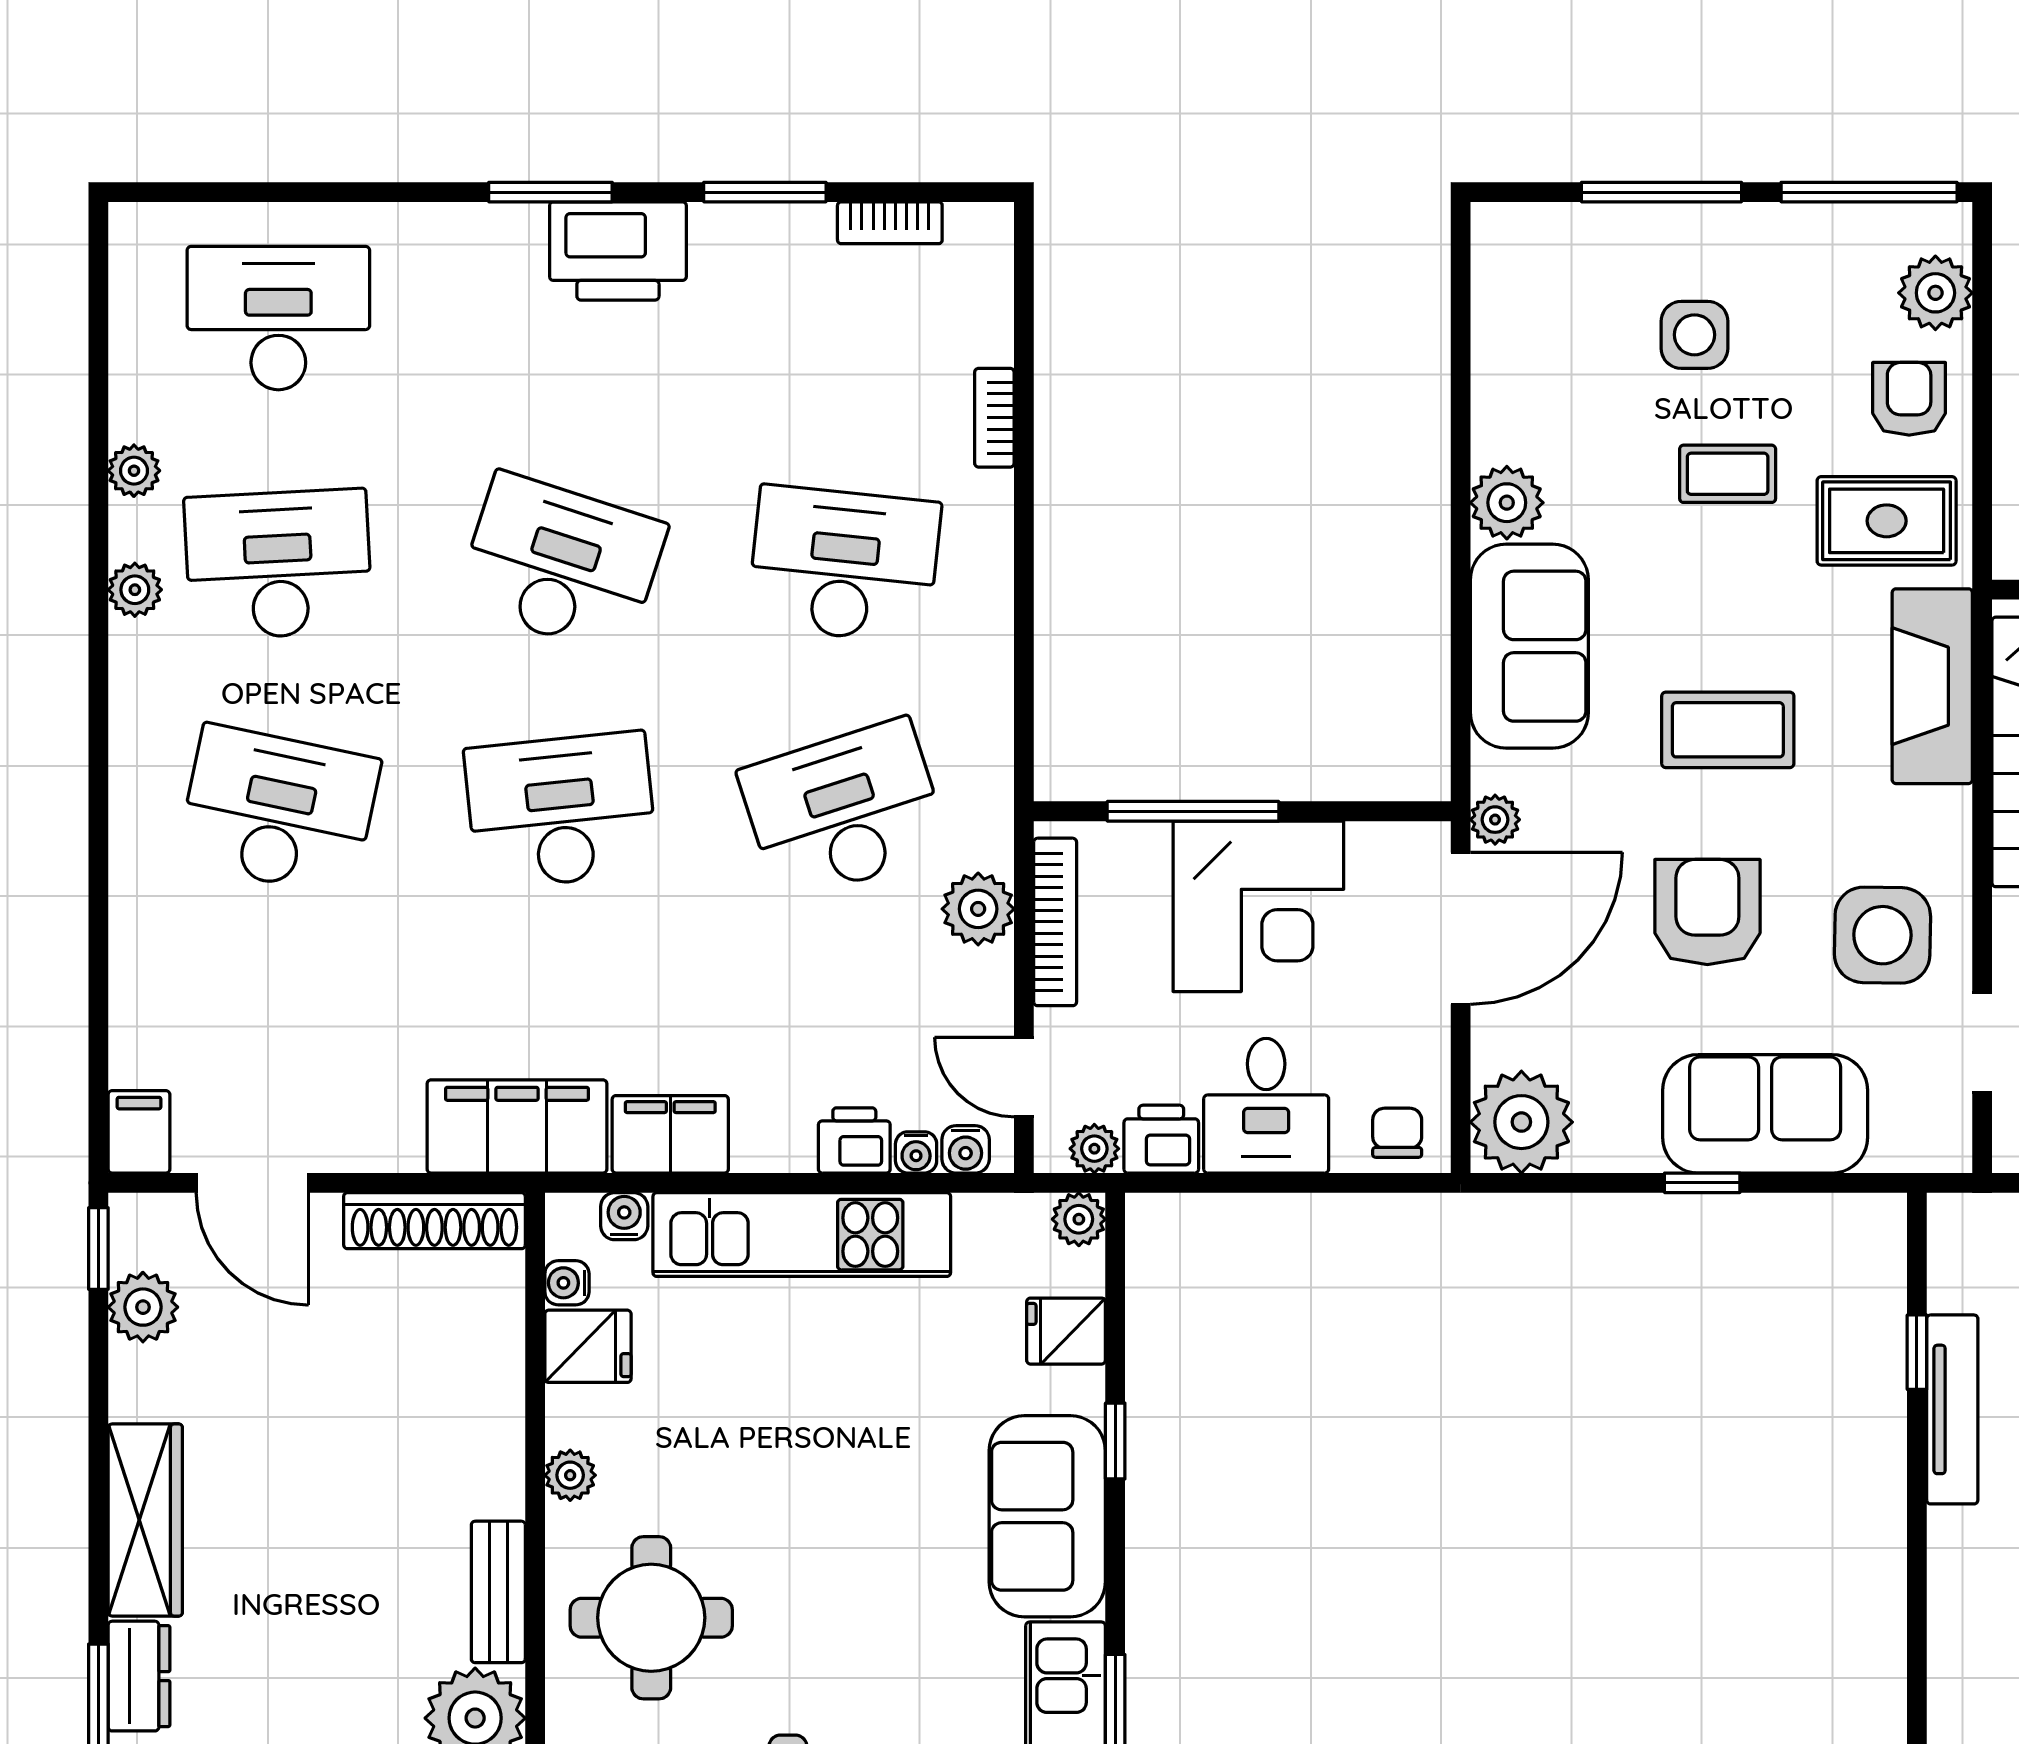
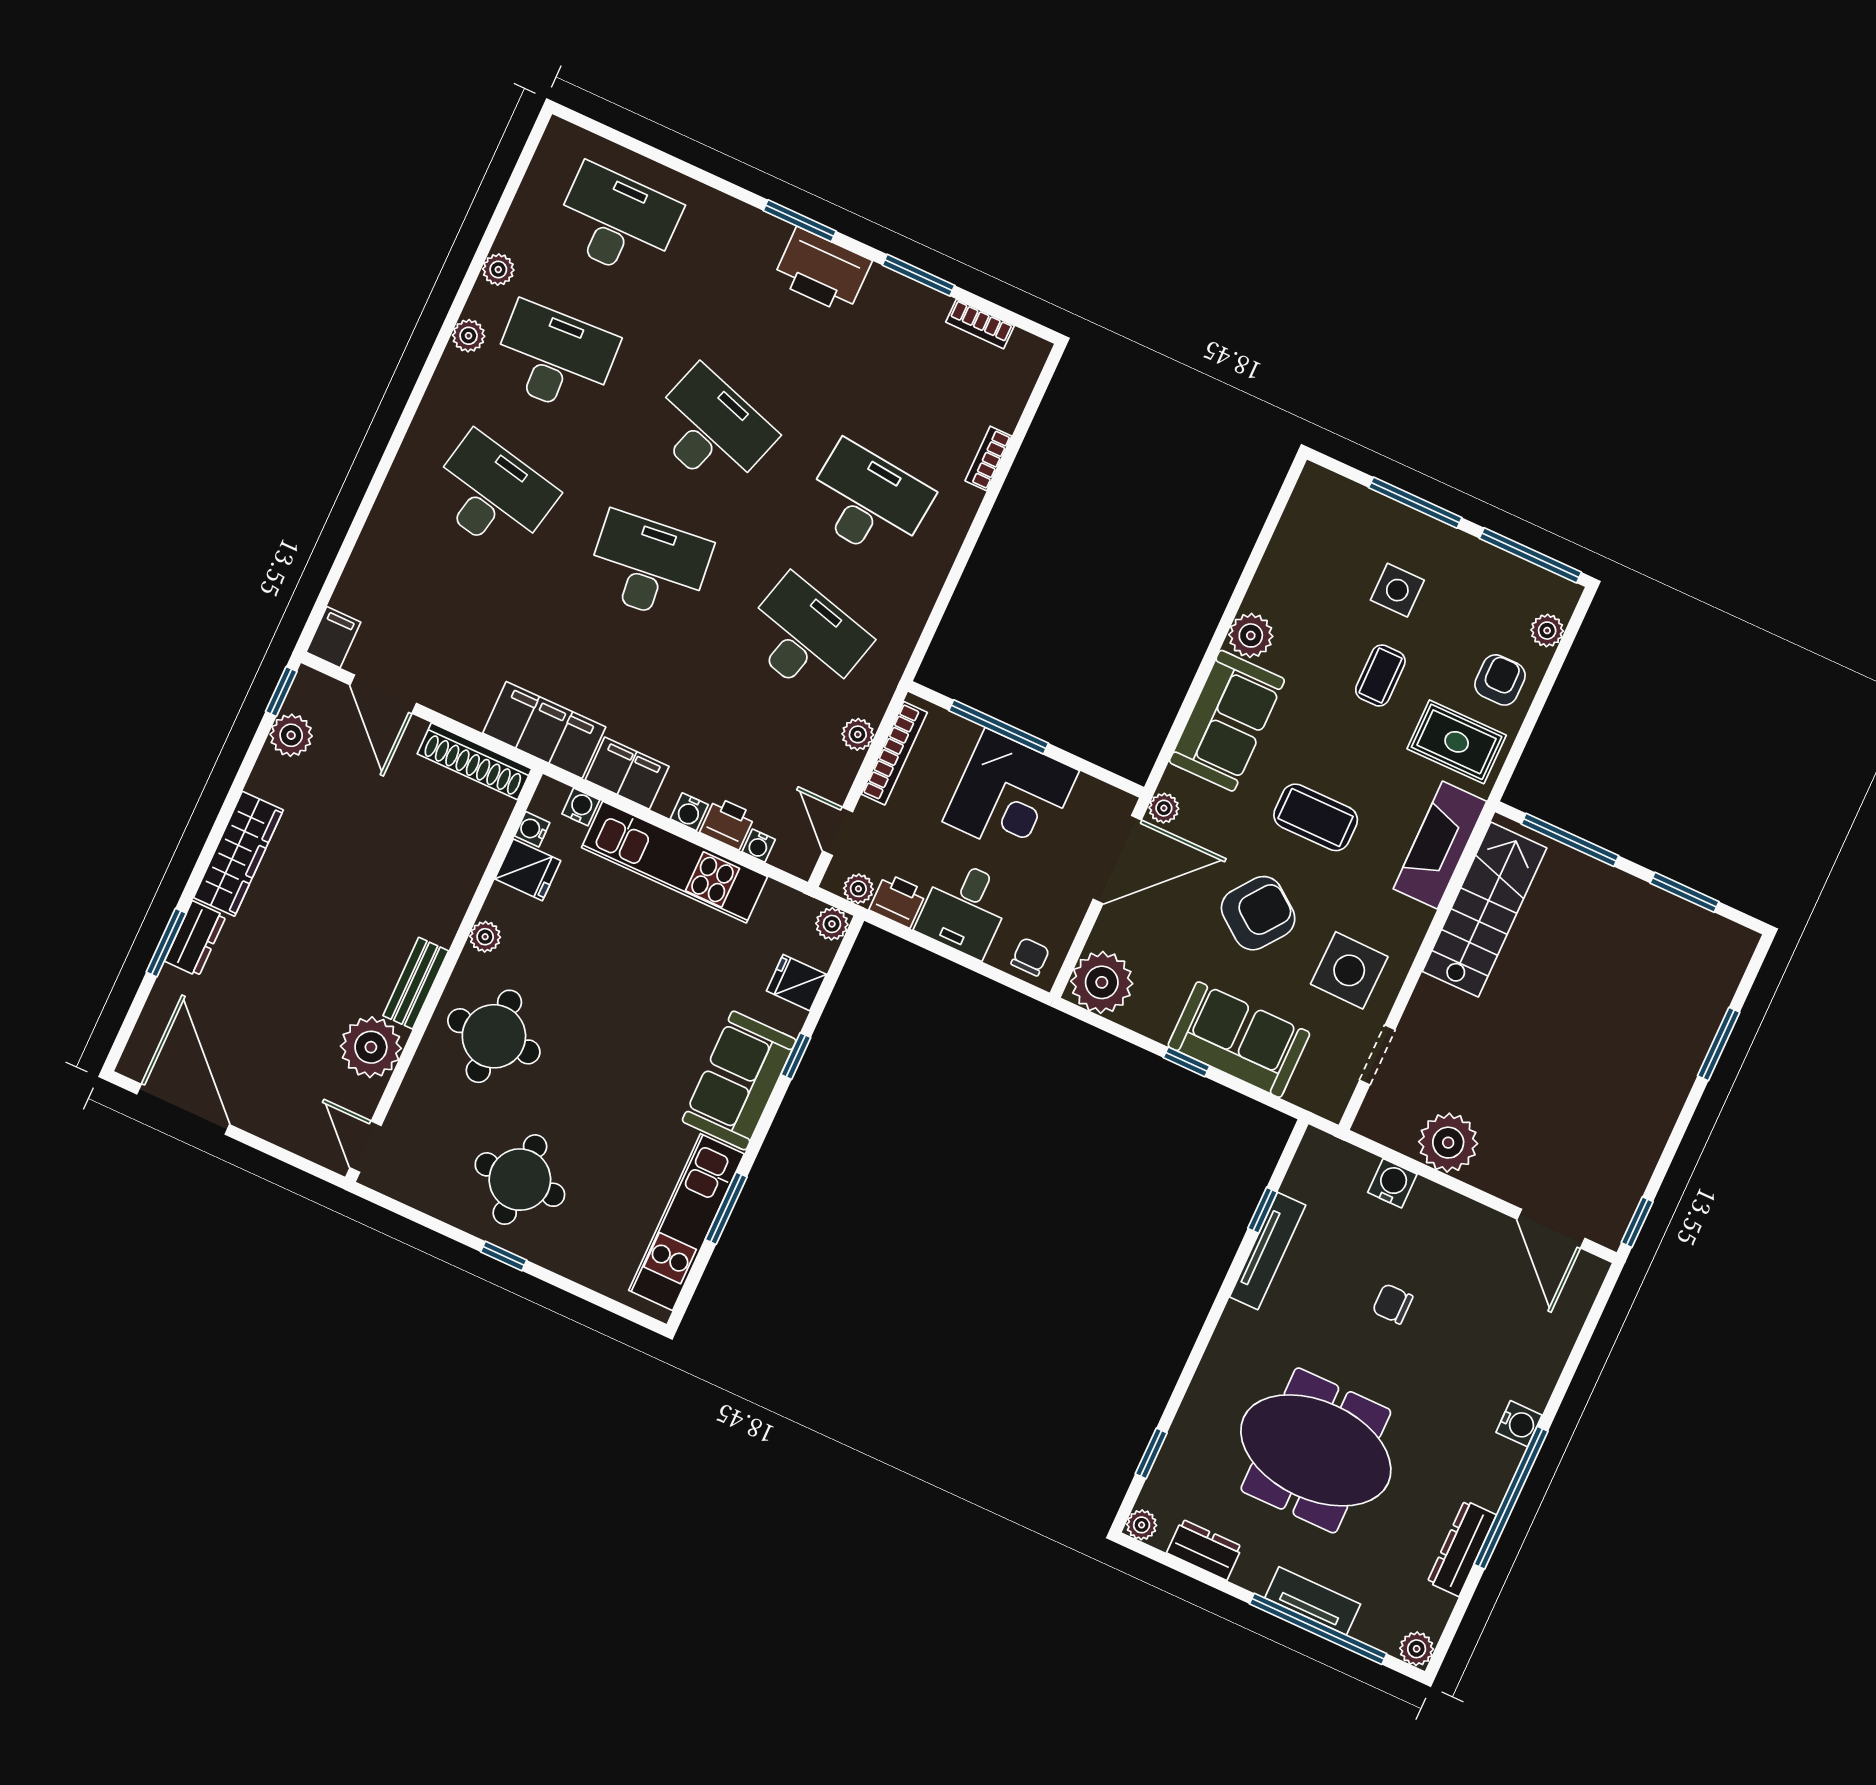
plant: (1935, 293) -> (1547, 631), width x0.73, depth x0.73
coffee table: (1728, 474) -> (1380, 675), turned 90
desk: (844, 811) -> (805, 638), turned 33
plant: (978, 909) -> (858, 734), width x0.73, depth x0.73
armchair: (1707, 912) -> (1258, 913), turned 37
water cooler: (966, 1149) -> (689, 812), moved

